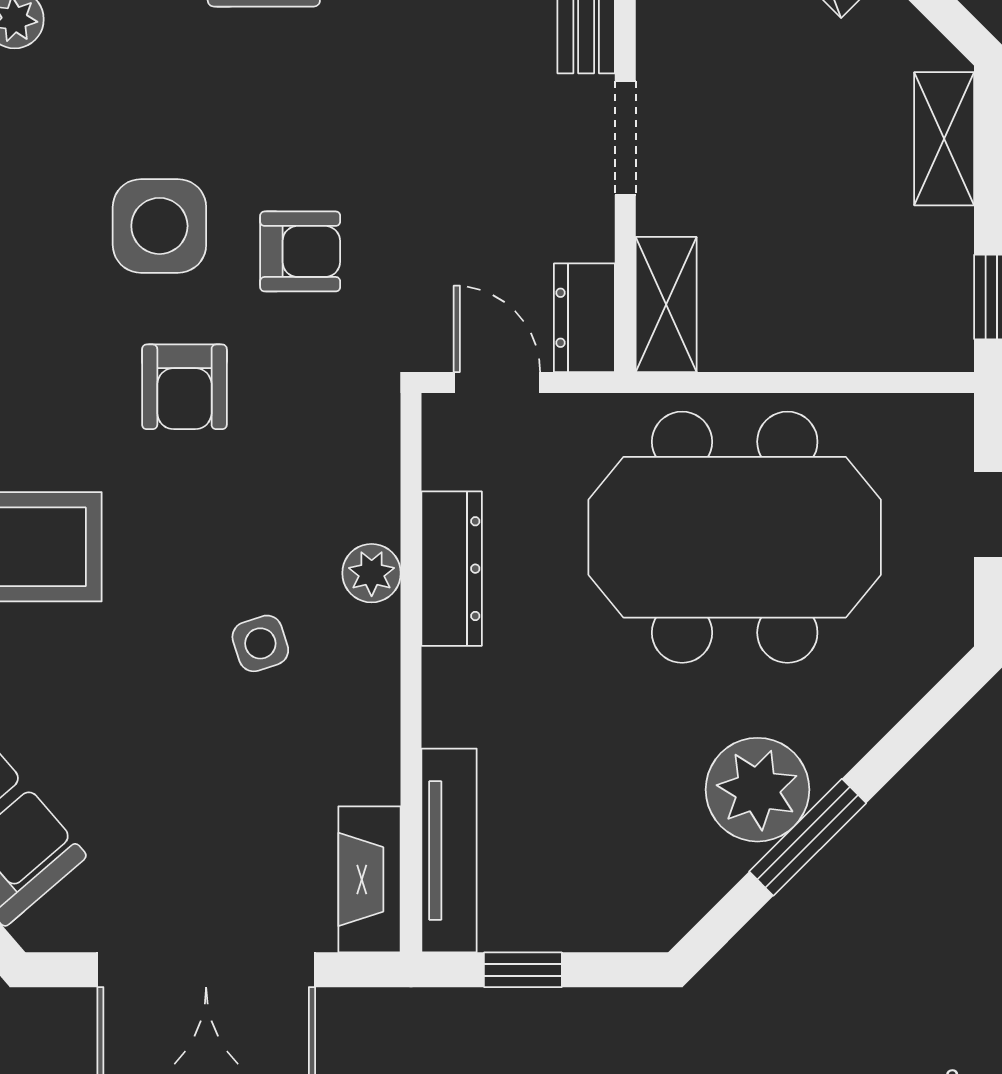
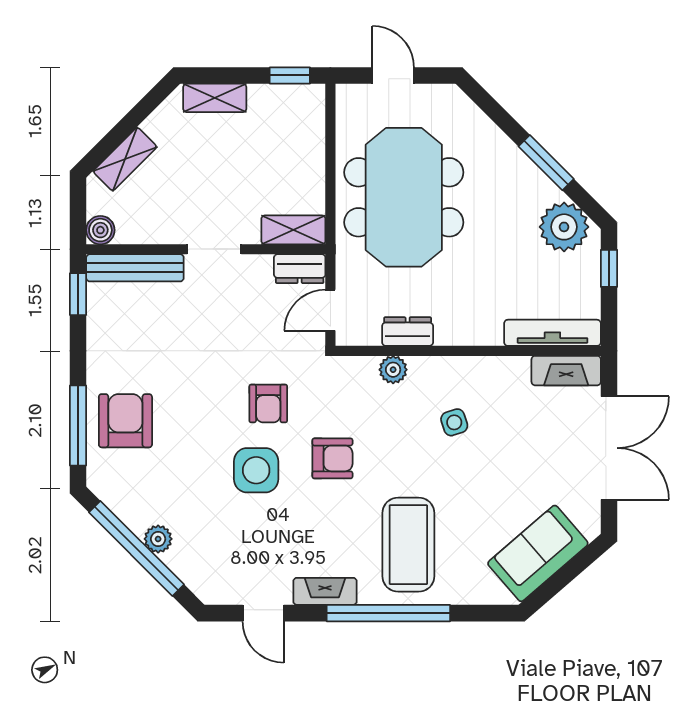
armchair: (300, 251) -> (268, 403), turned 180
dresser: (452, 569) -> (408, 332), width x0.70
plant: (372, 573) -> (393, 370), moved
plant: (757, 790) -> (564, 227), moved
window: (523, 970) -> (609, 268), moved

